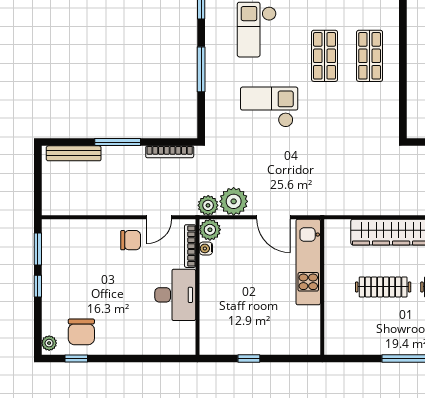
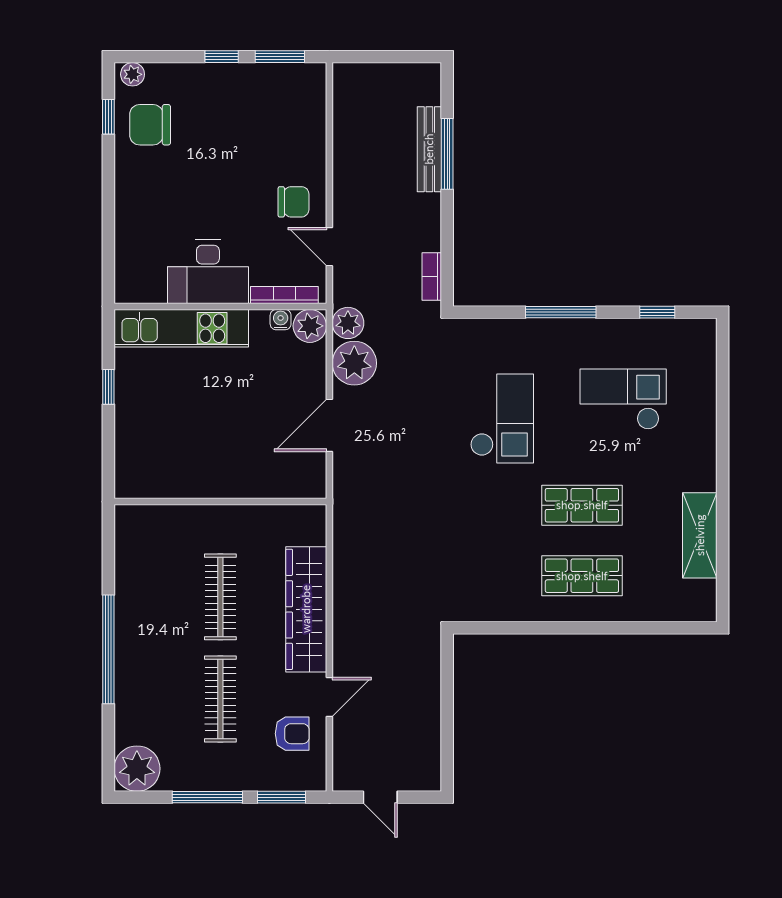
window: (118, 142) -> (447, 154), moved
bookcase: (170, 152) -> (432, 276), width x0.64
bench: (74, 153) -> (429, 149), moved
chair: (131, 240) -> (293, 202), turned -90
kitchen unit: (308, 262) -> (181, 328), moved, turned 180

